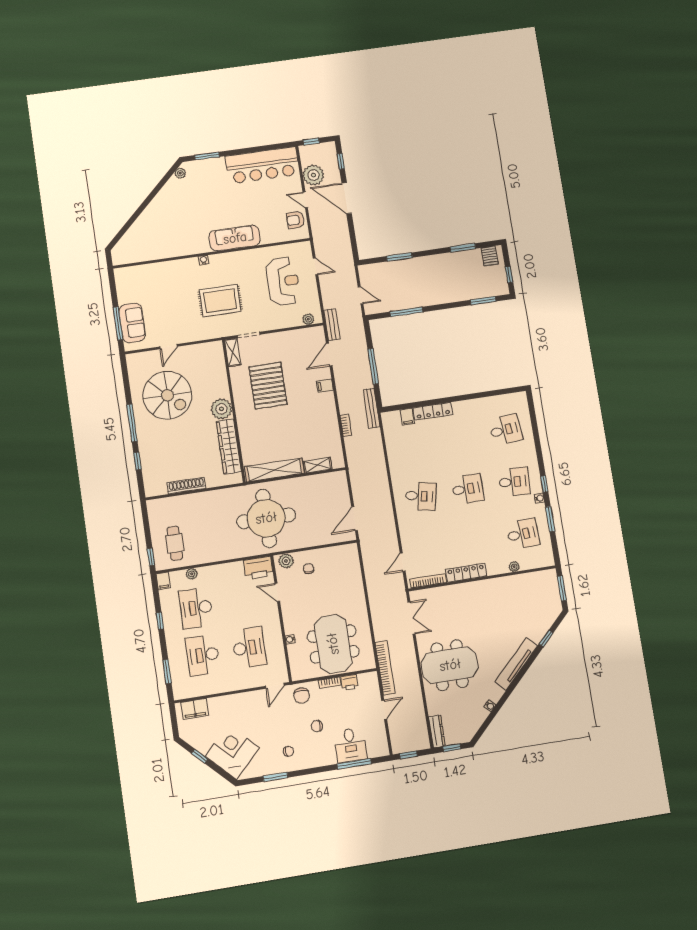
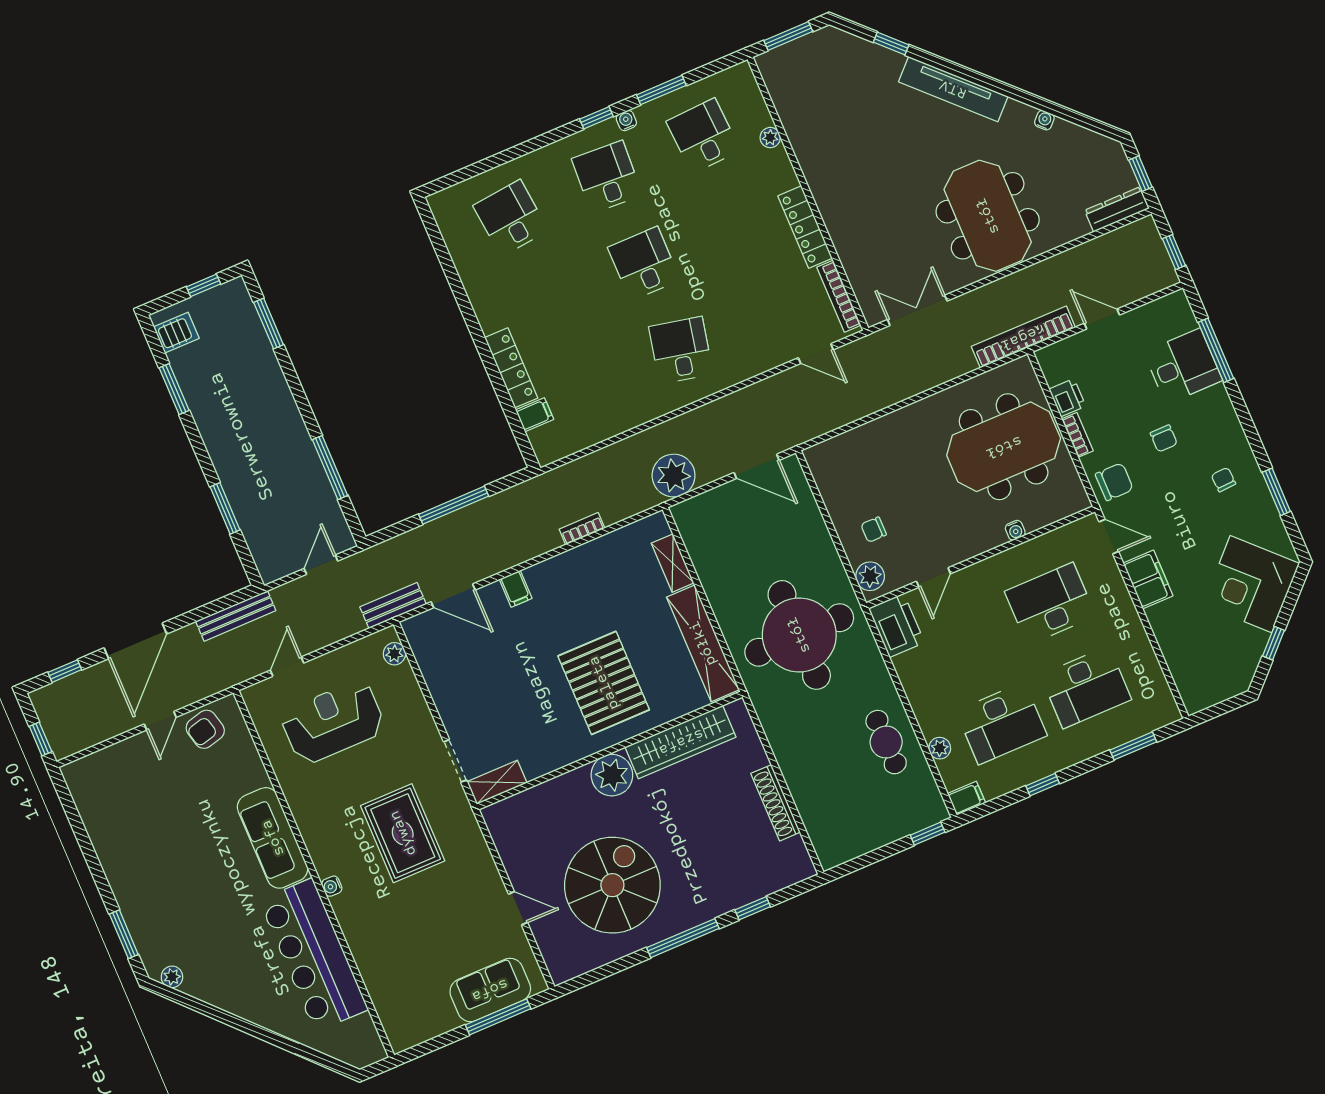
bar counter: (263, 165) -> (314, 955), moved, turned 180
plant: (313, 175) -> (674, 476), moved
armchair: (295, 220) -> (205, 729), turned 76
pallet: (268, 386) -> (604, 683), moved, turned 90
bench: (371, 408) -> (236, 616), moved
cafe table: (175, 543) -> (886, 742), moved, turned 90
filing cabinet: (195, 709) -> (1148, 579), moved

